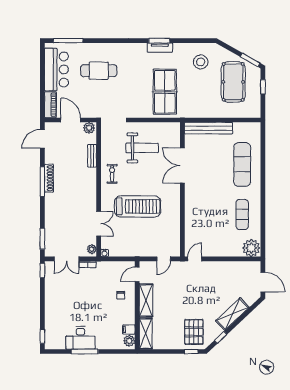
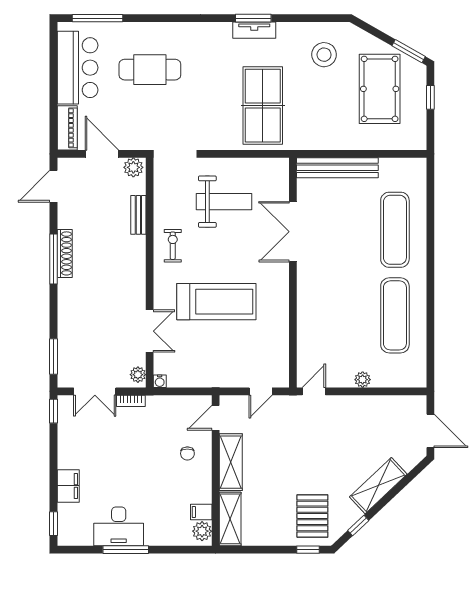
exercise mat: (242, 214) -> (395, 315), width x1.36, depth x1.45
plant: (251, 248) -> (363, 380), moved, width x0.53, depth x0.53
filing cabinet: (51, 314) -> (68, 486), added

